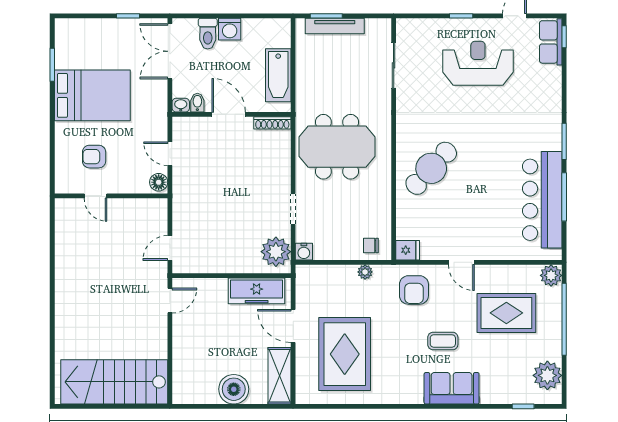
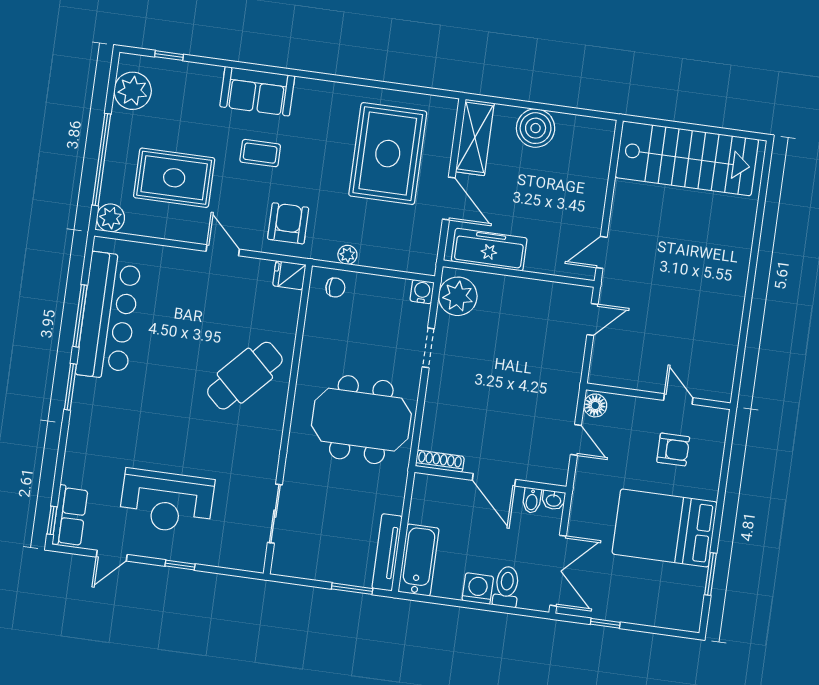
tv unit: (335, 26) -> (387, 552), moved, turned -90
bathtub: (278, 75) -> (419, 560), moved

